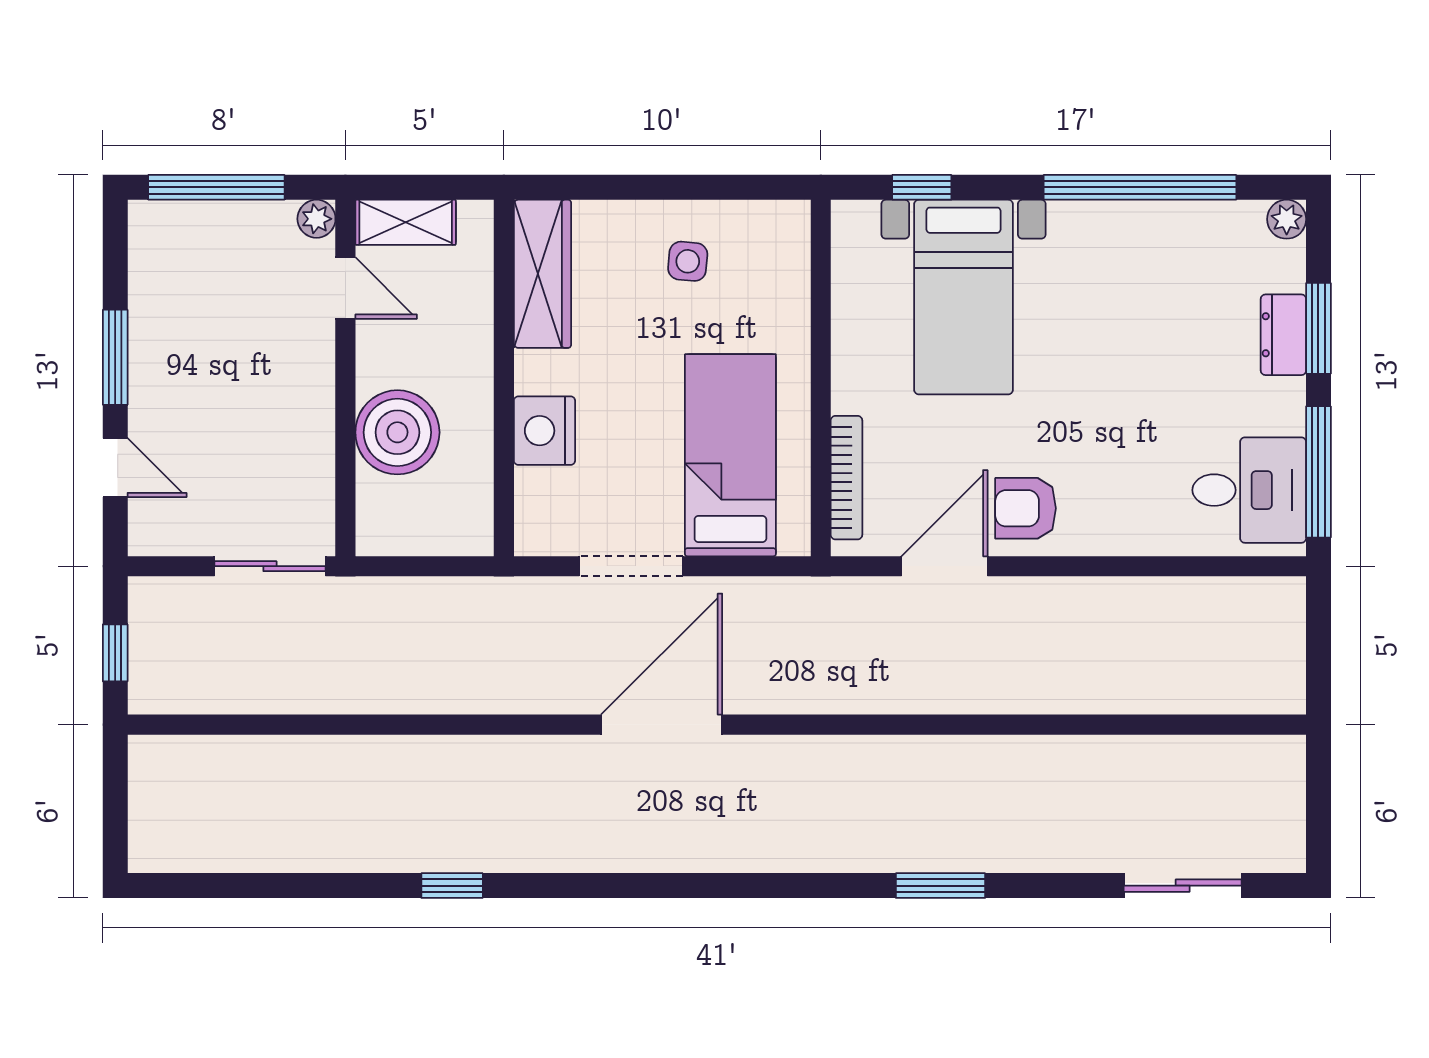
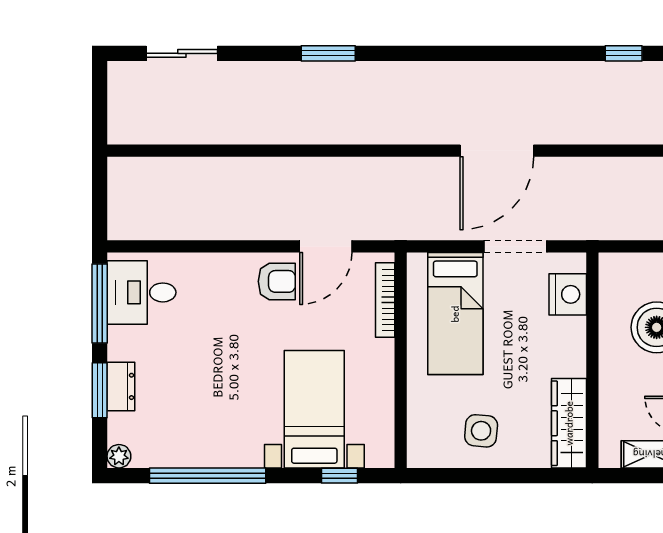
side table: (688, 261) -> (481, 431), width x1.37, depth x1.37
nightstand: (544, 431) -> (568, 294), moved

